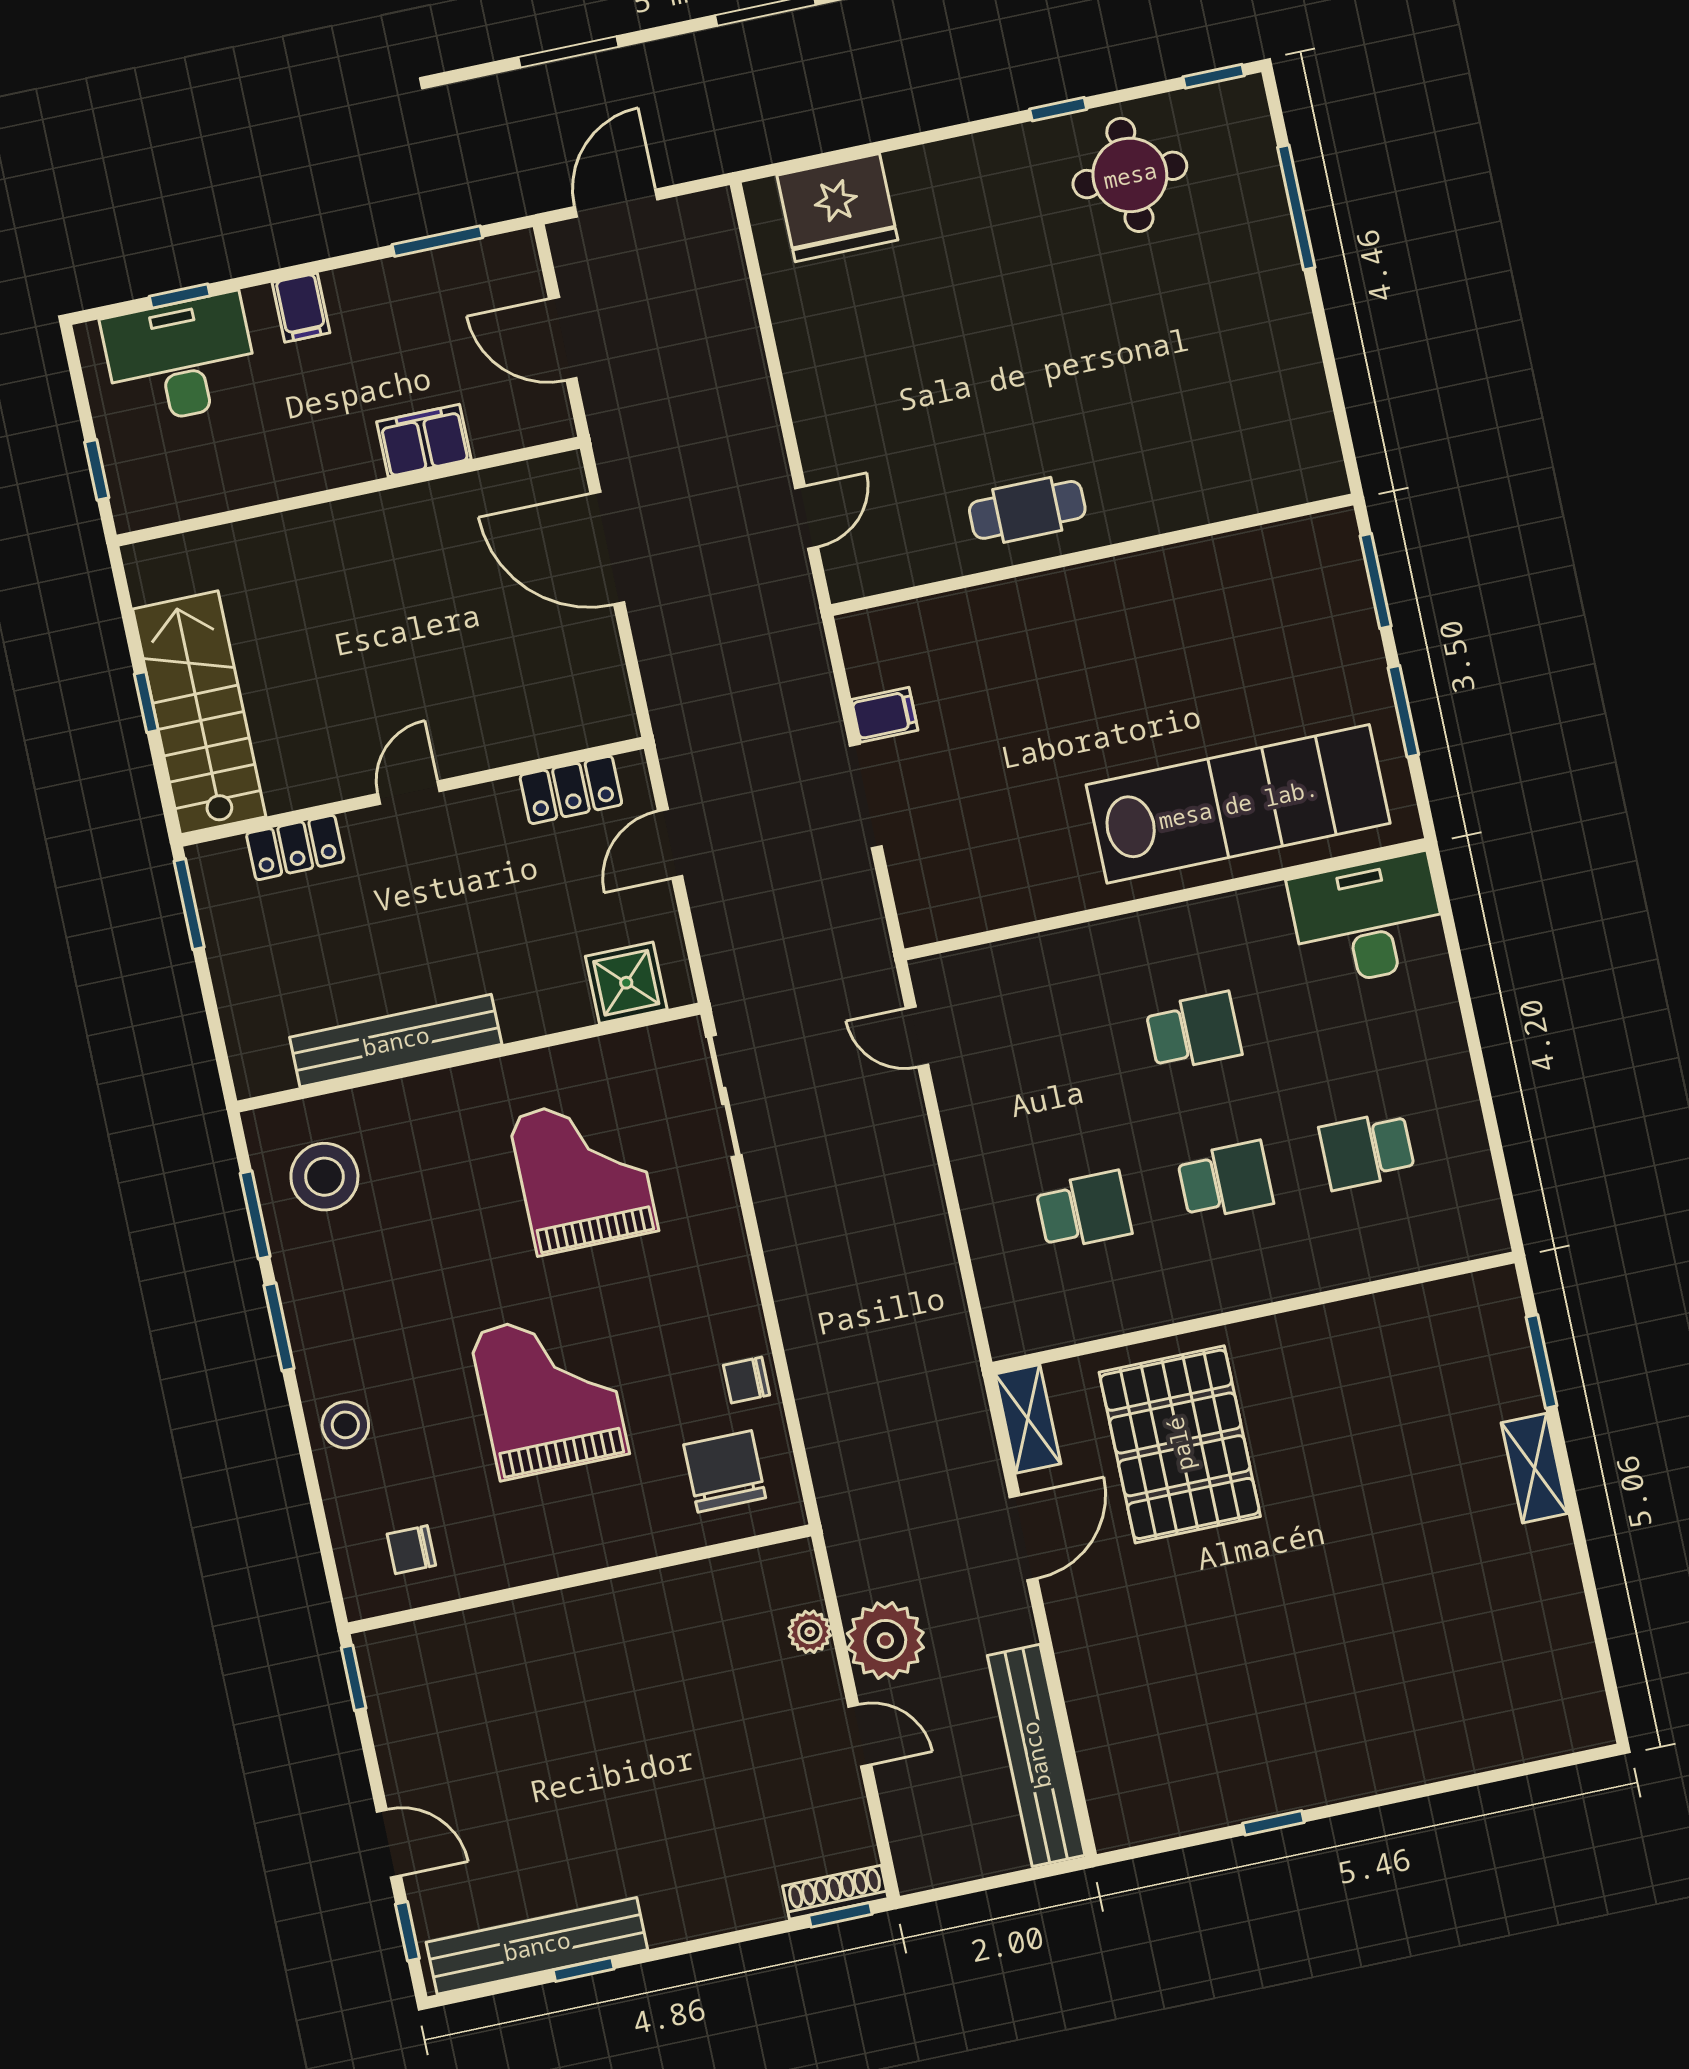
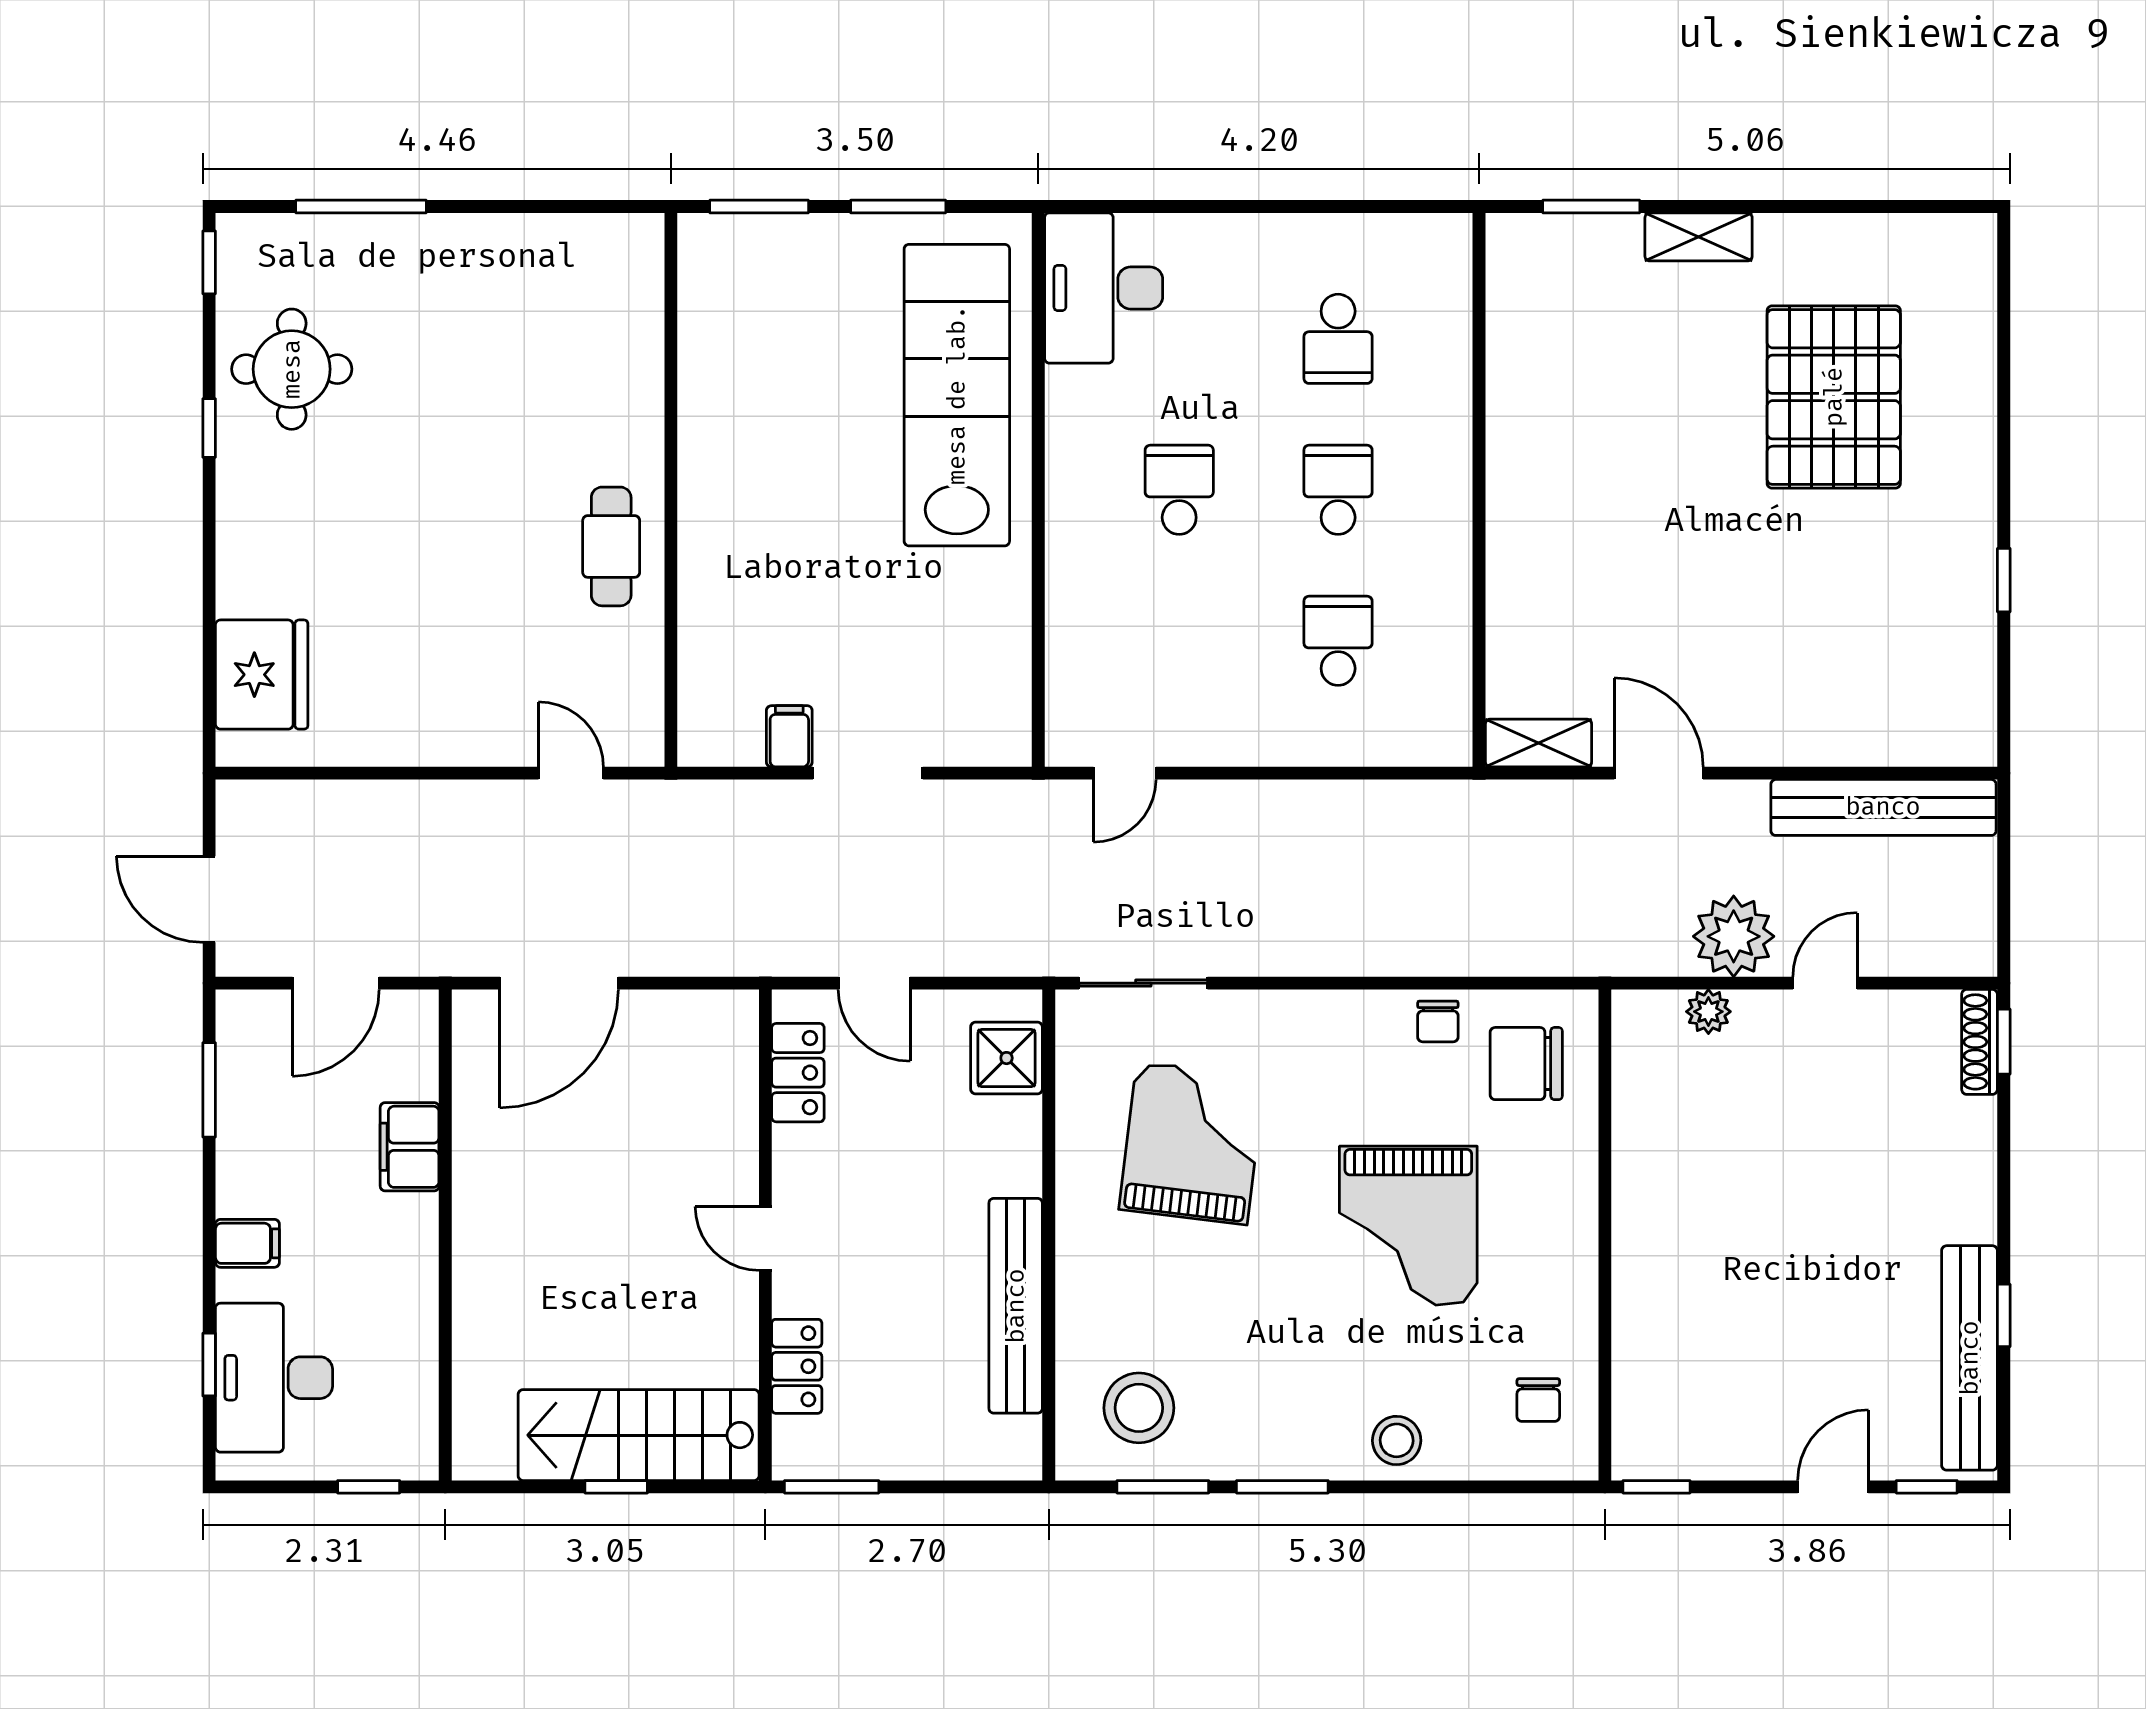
grand piano: (583, 1174) -> (1192, 1143), turned 97
grand piano: (549, 1393) -> (1408, 1226), turned -90
pallet: (1180, 1444) -> (1834, 397), moved, turned 90

